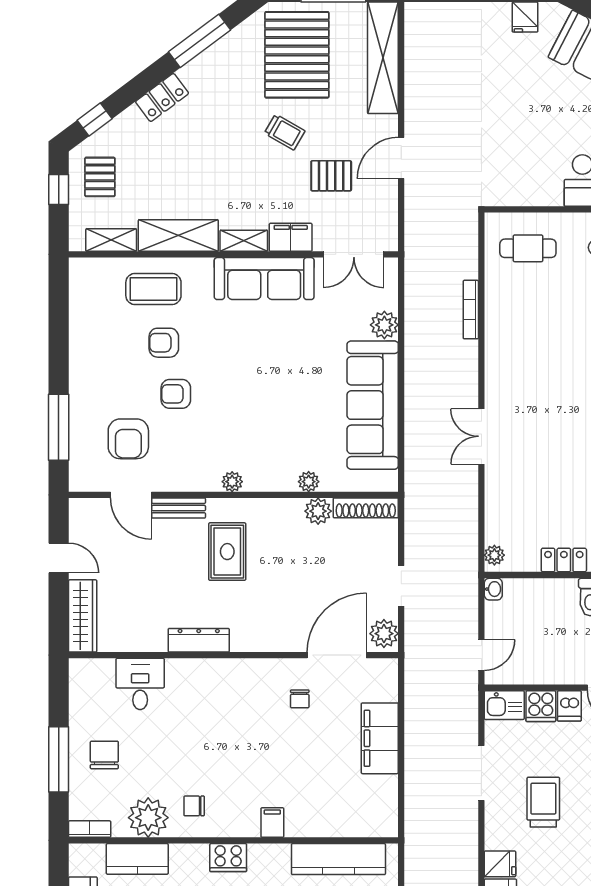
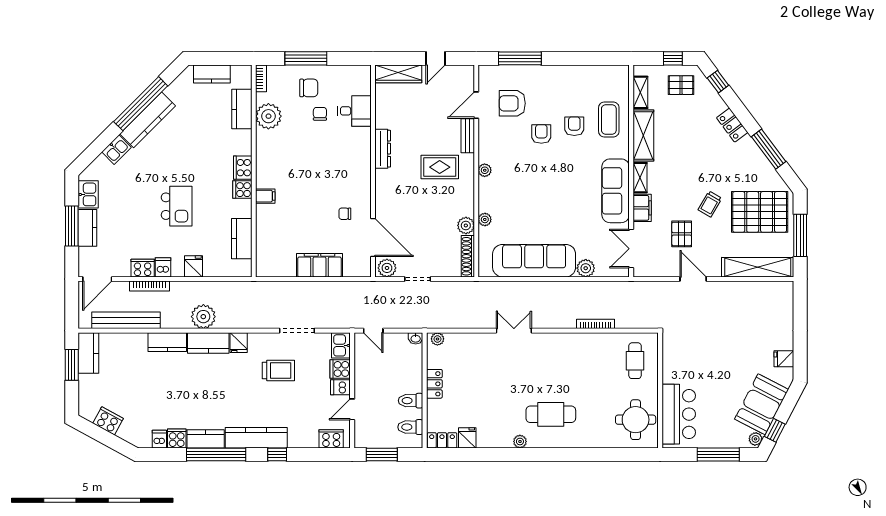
chair: (194, 806) -> (320, 114), moved
cooker: (262, 858) -> (242, 190), added
kitchen counter: (338, 859) -> (242, 239), width x0.67

